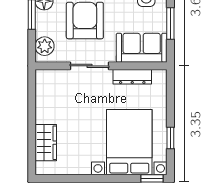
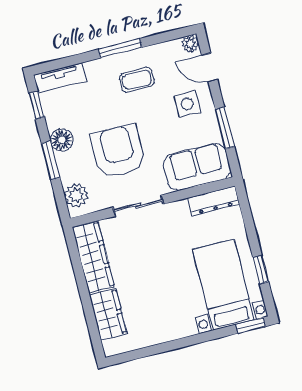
dresser: (132, 77) -> (214, 201), moved
wardrobe: (46, 96) -> (93, 257), added
bed with nightstands: (129, 142) -> (224, 285), width x0.73

